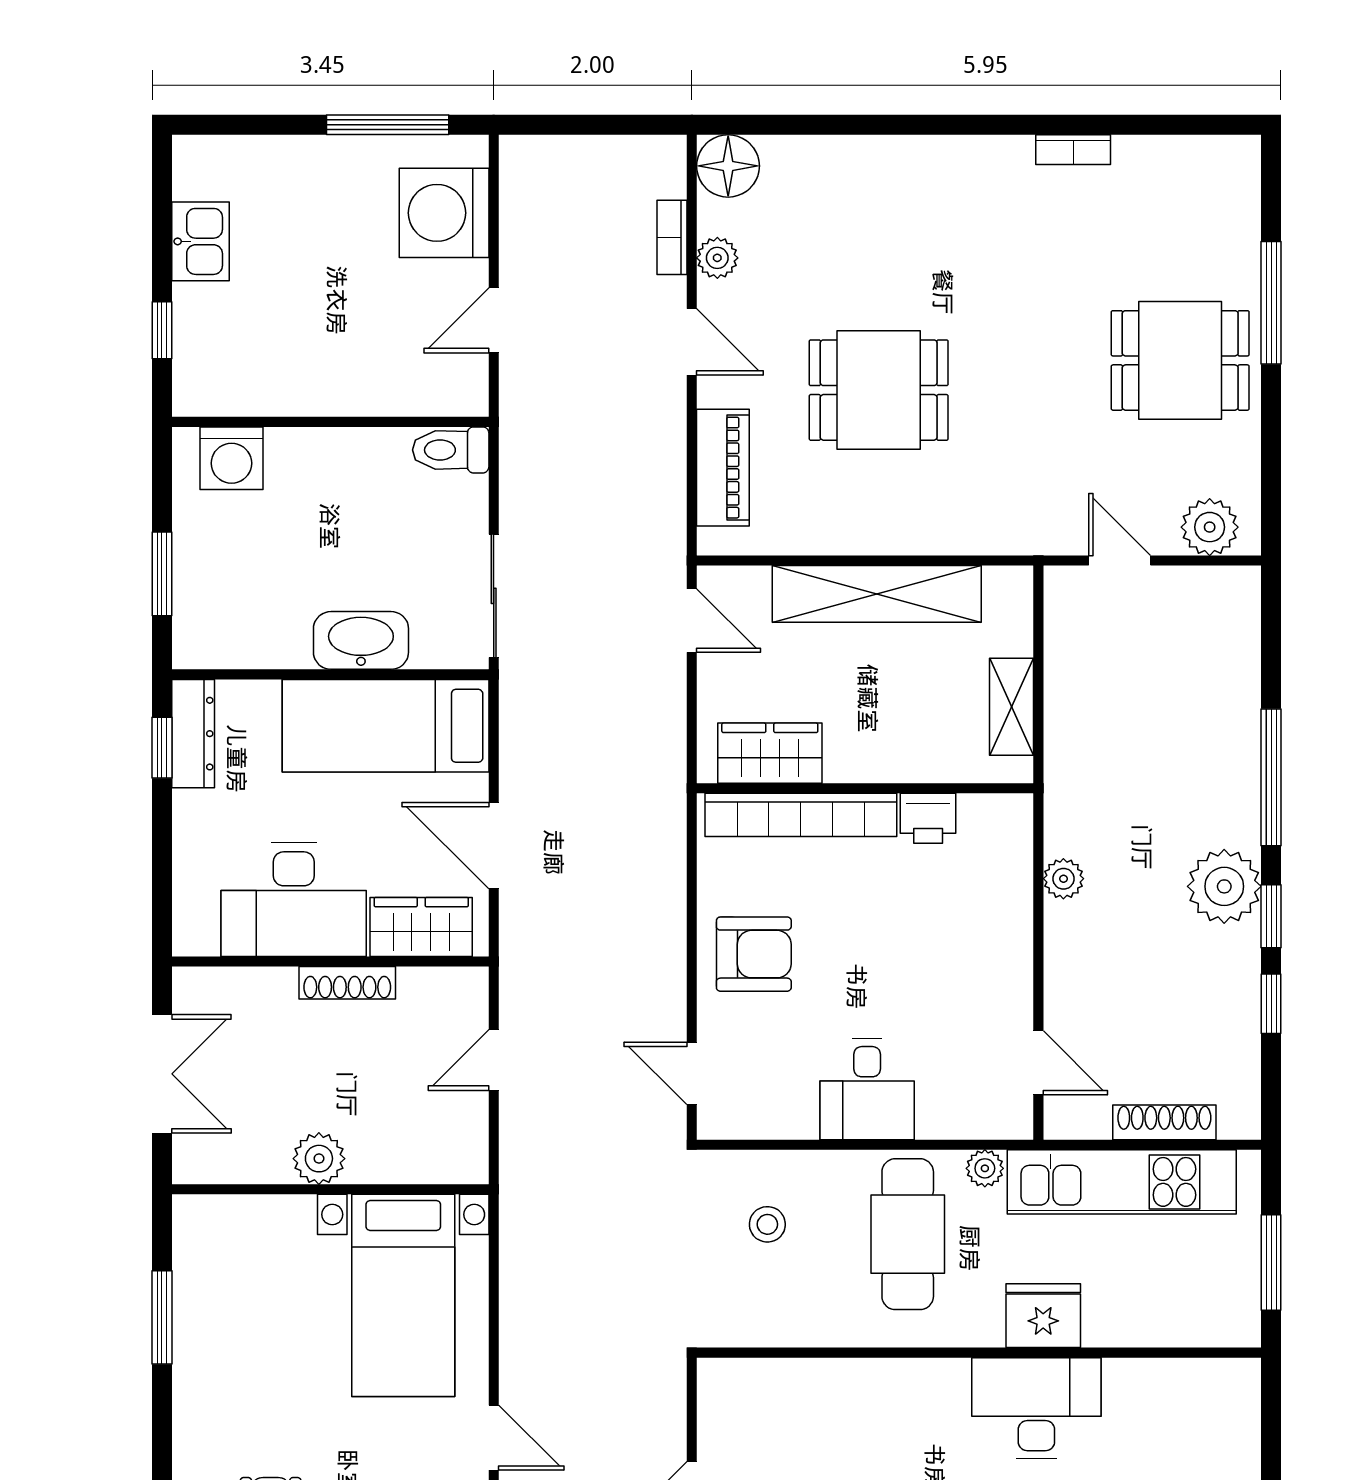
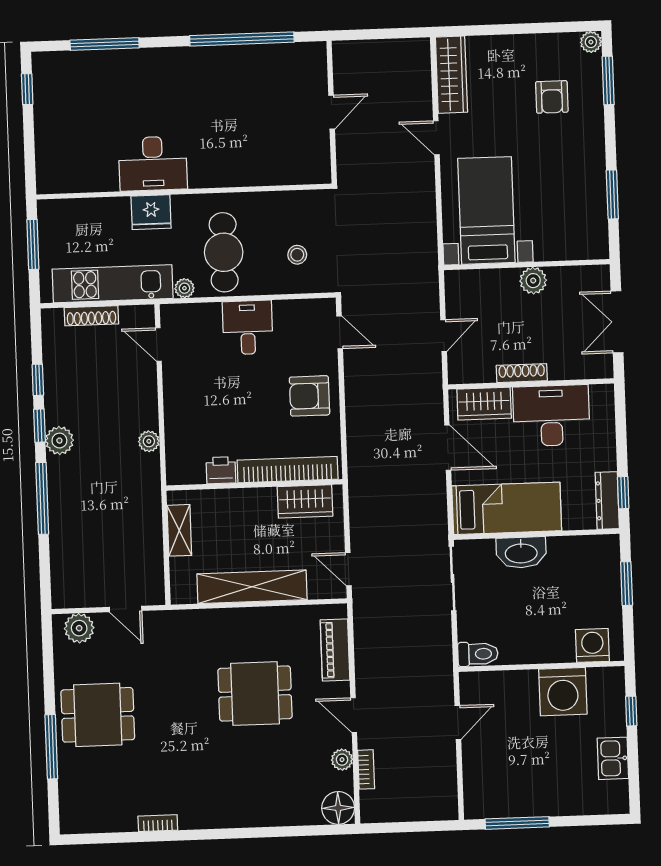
washing machine: (444, 213) -> (563, 692), moved, turned 90
plant: (1224, 886) -> (59, 441), width x0.73, depth x0.73

